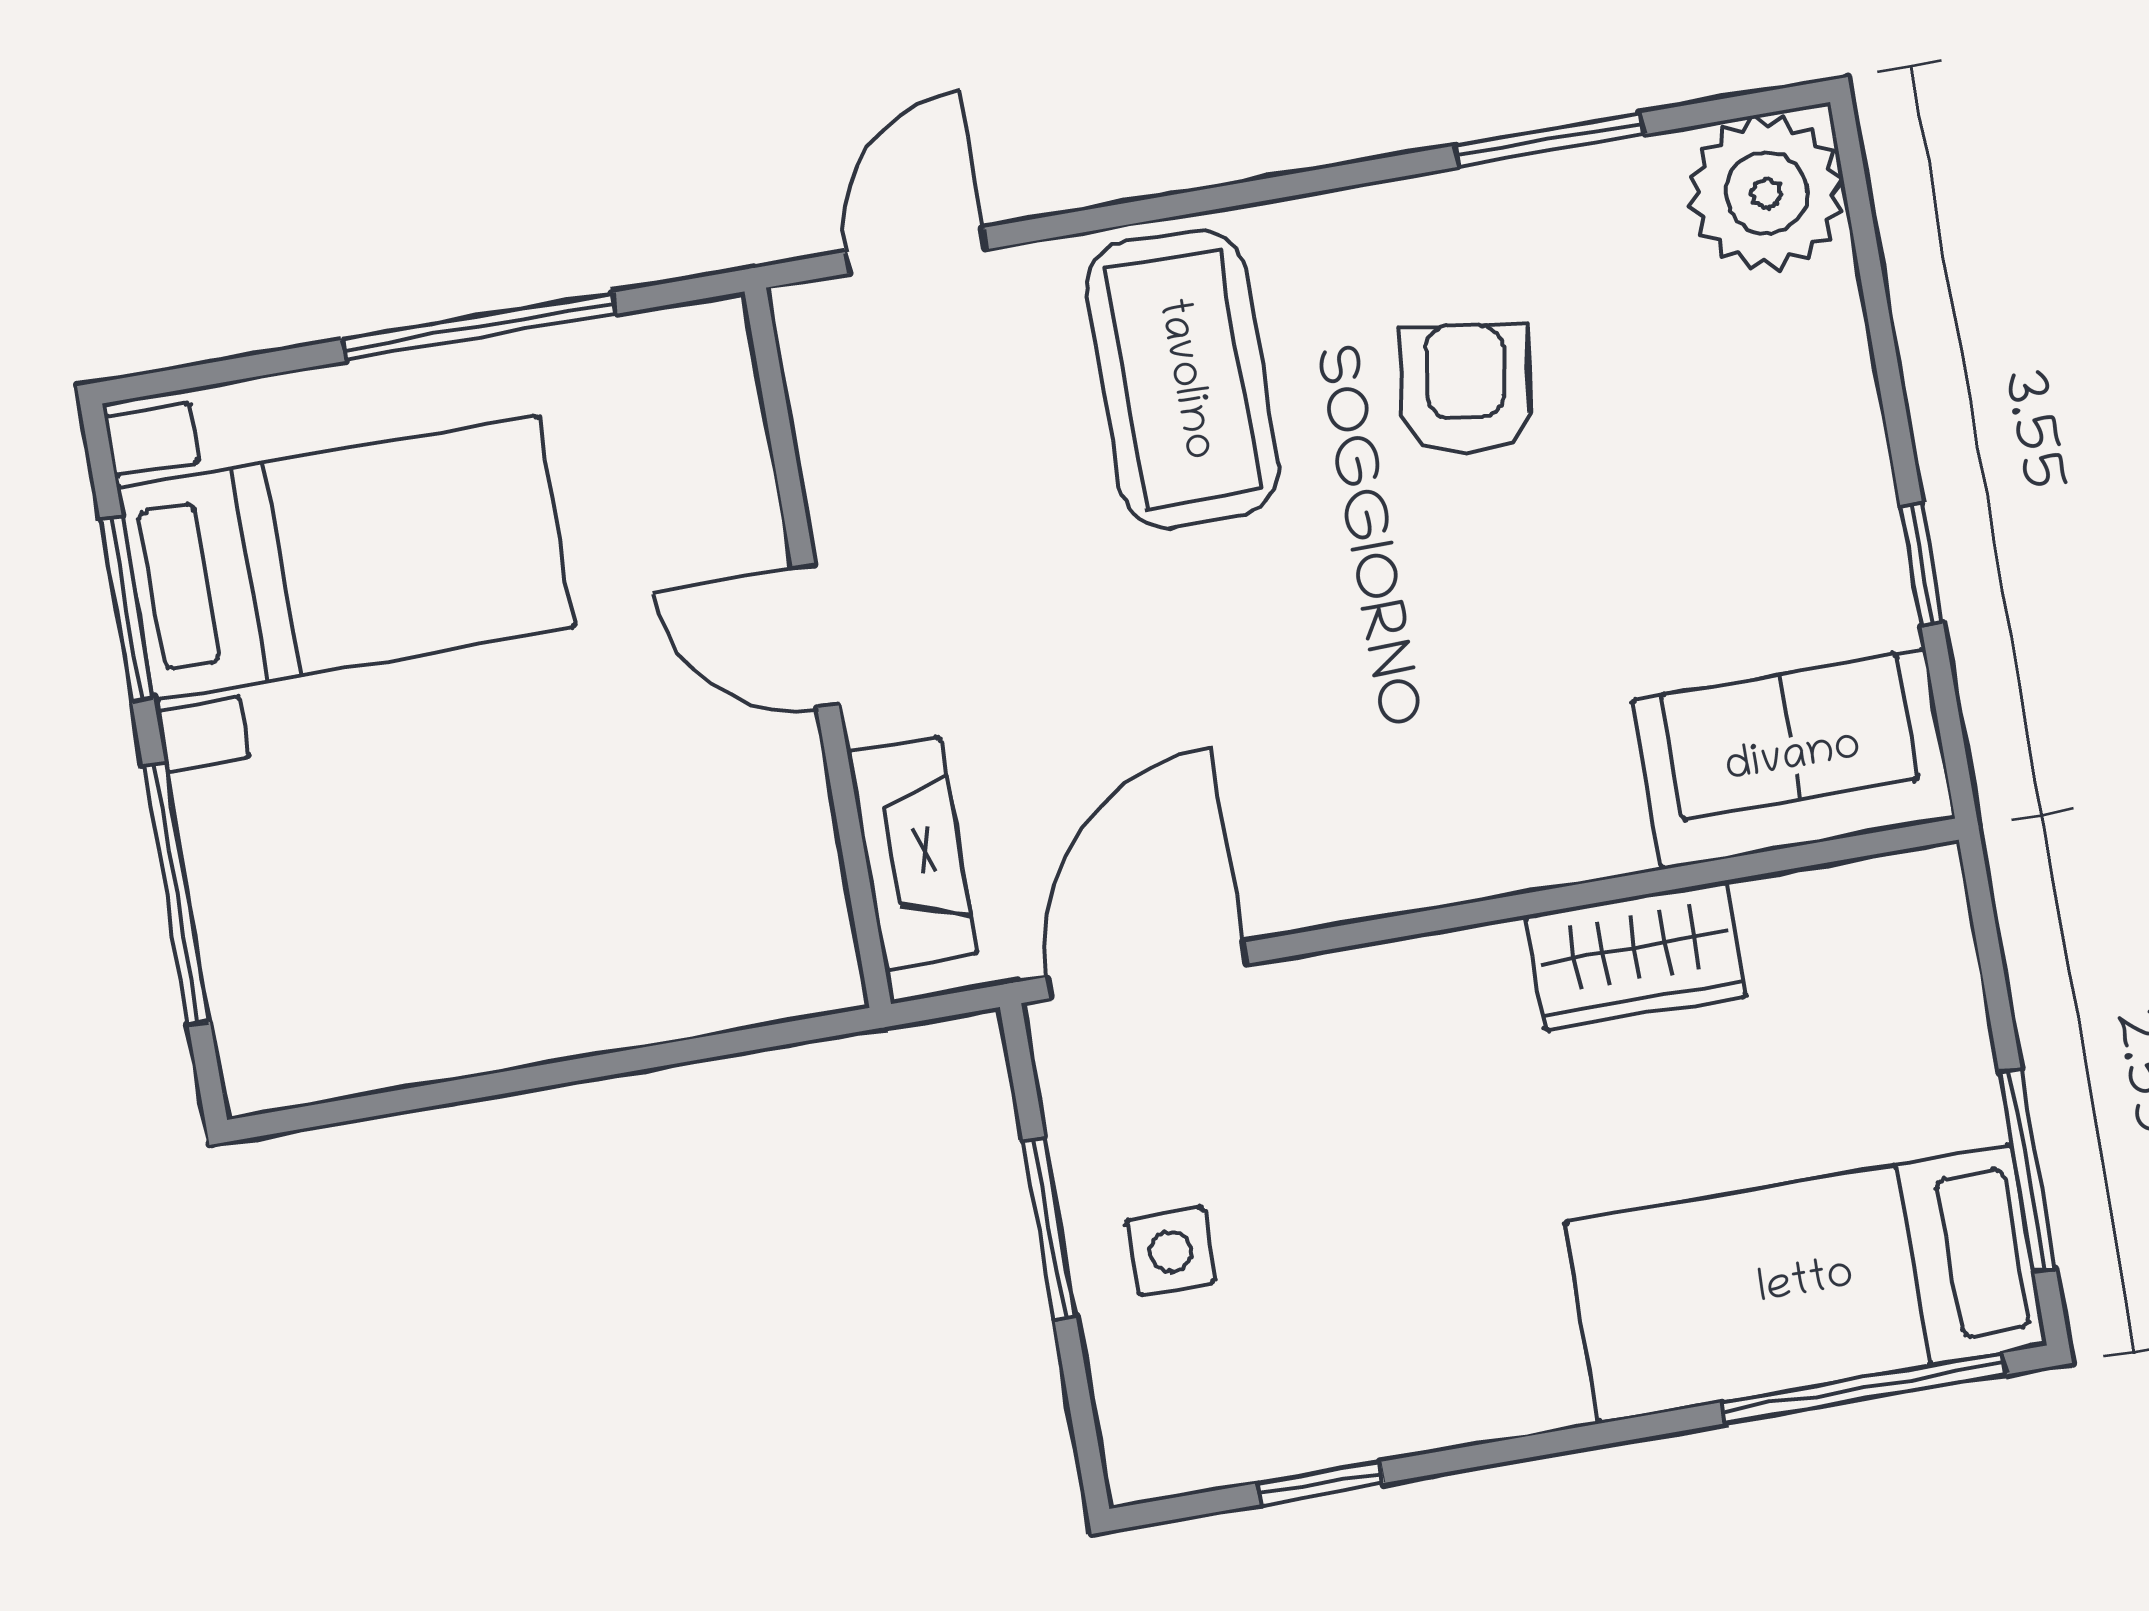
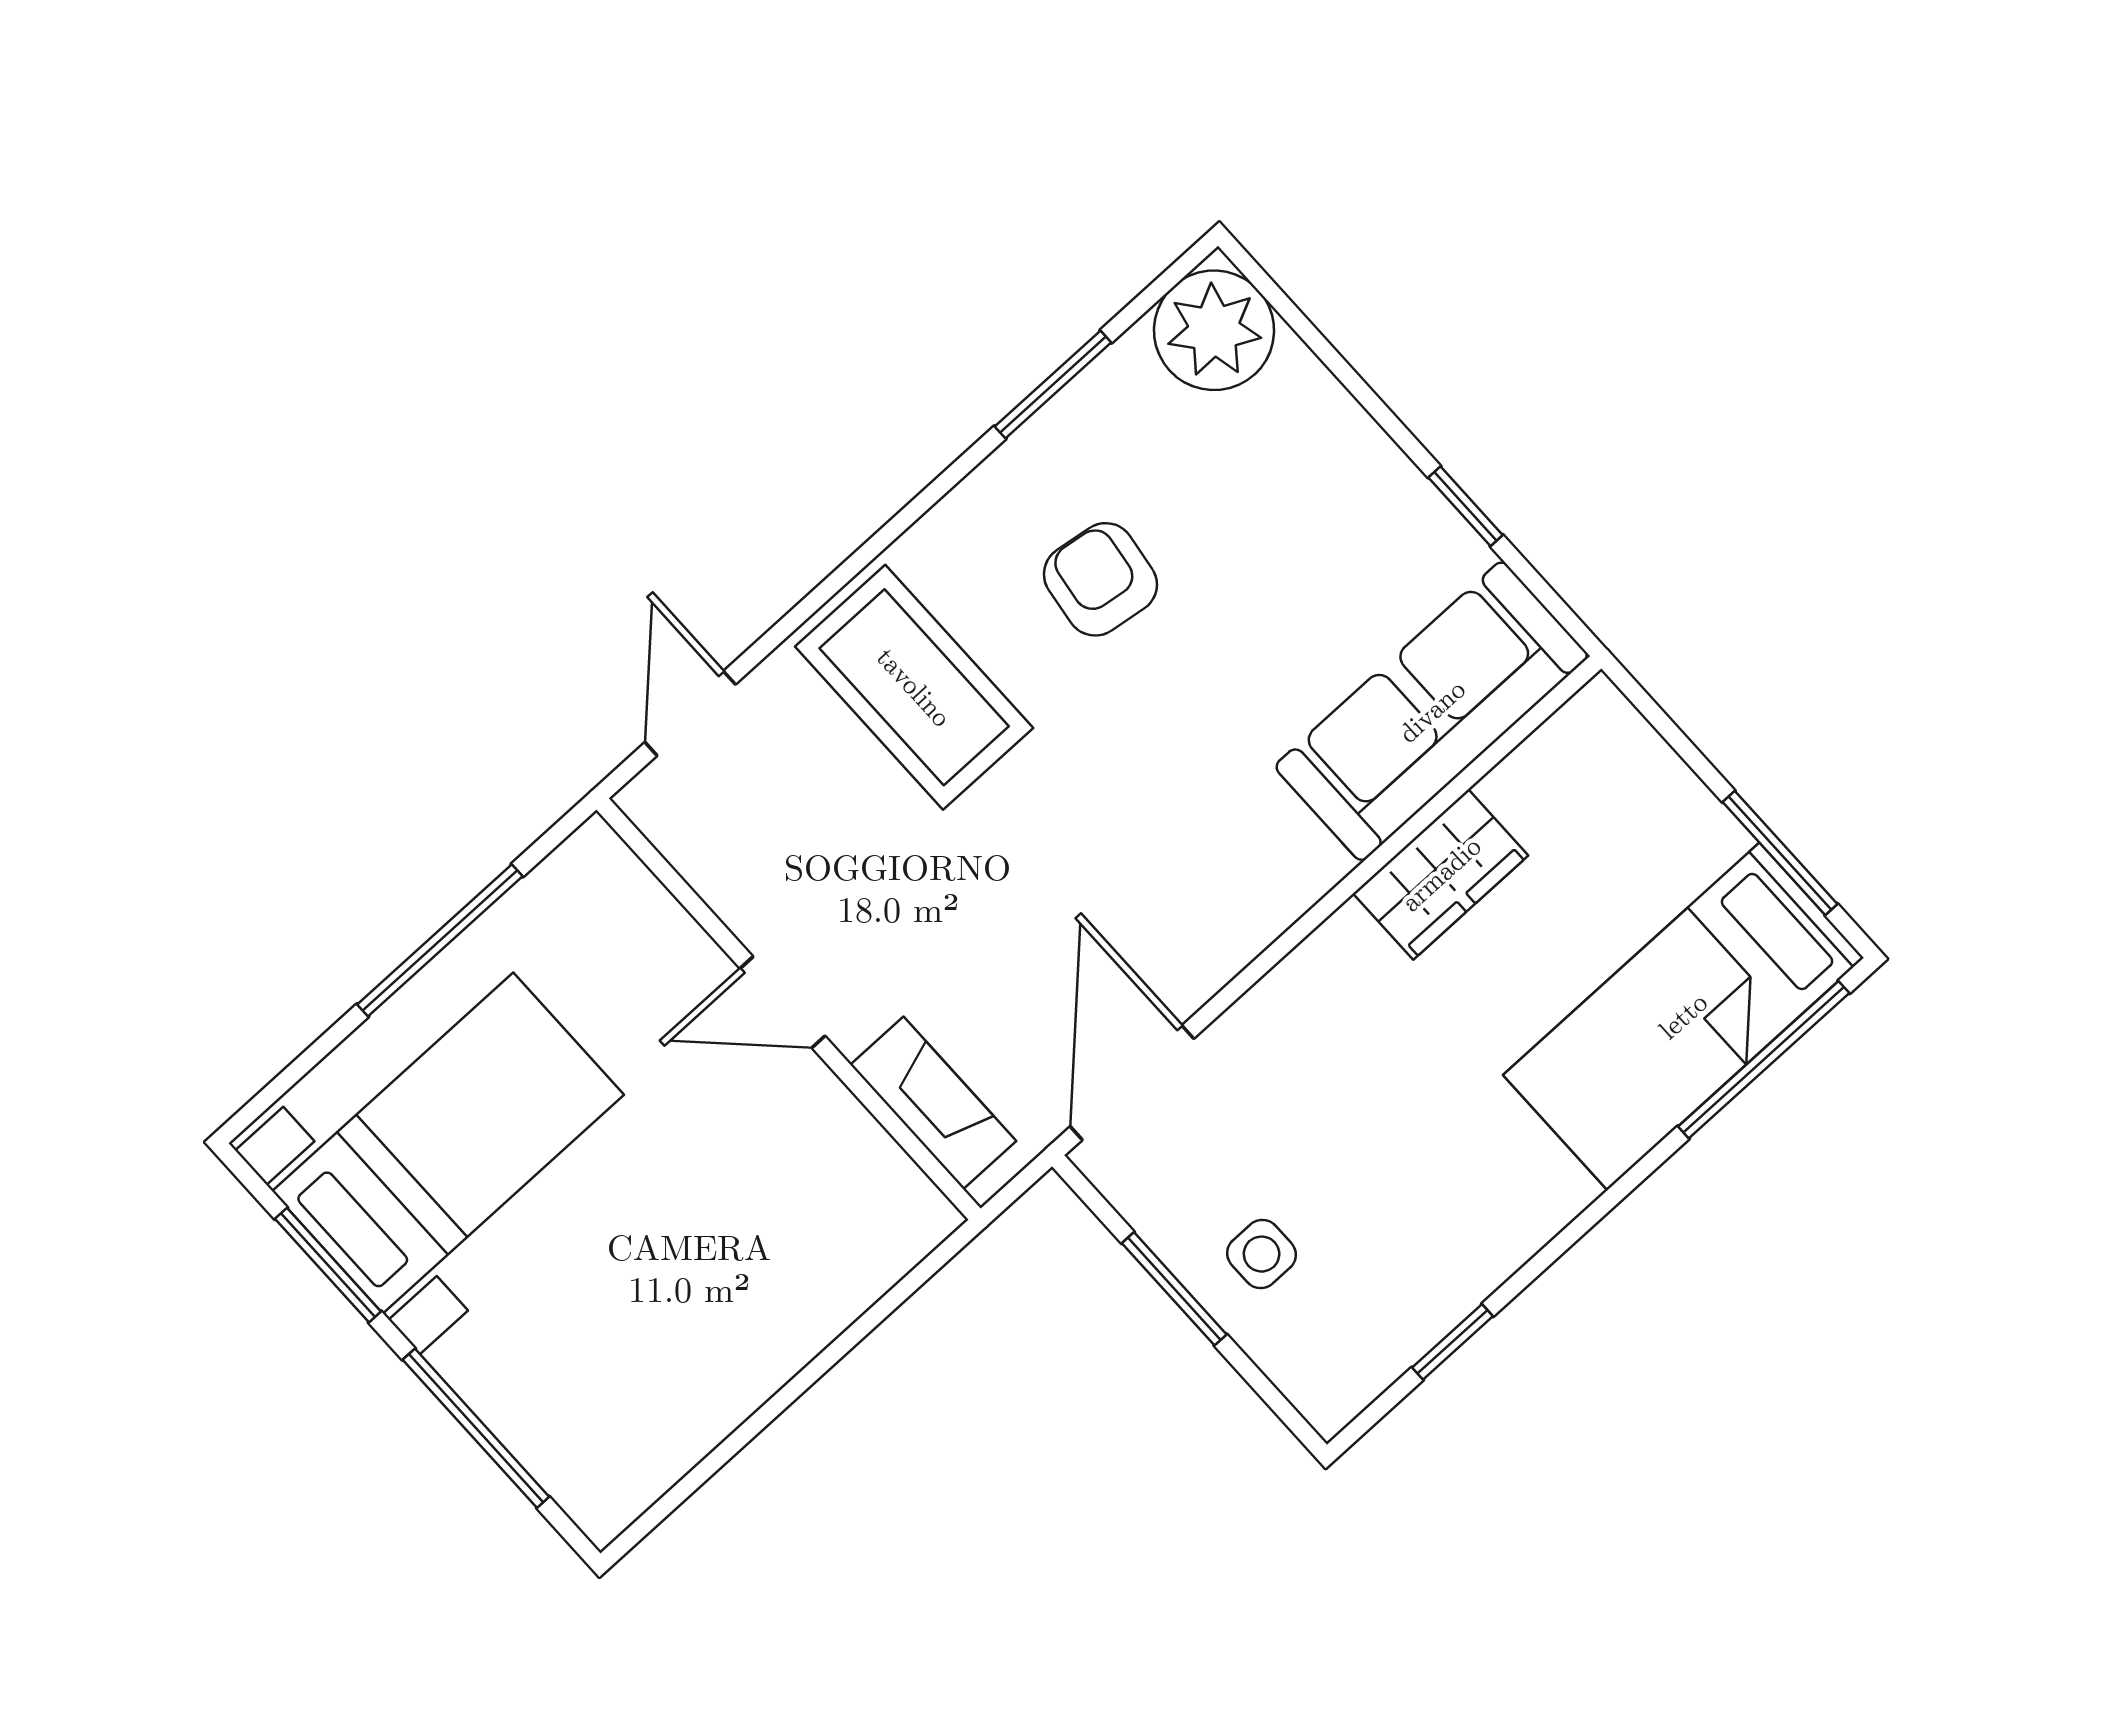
sofa: (1793, 759) -> (1432, 711), width x1.36

